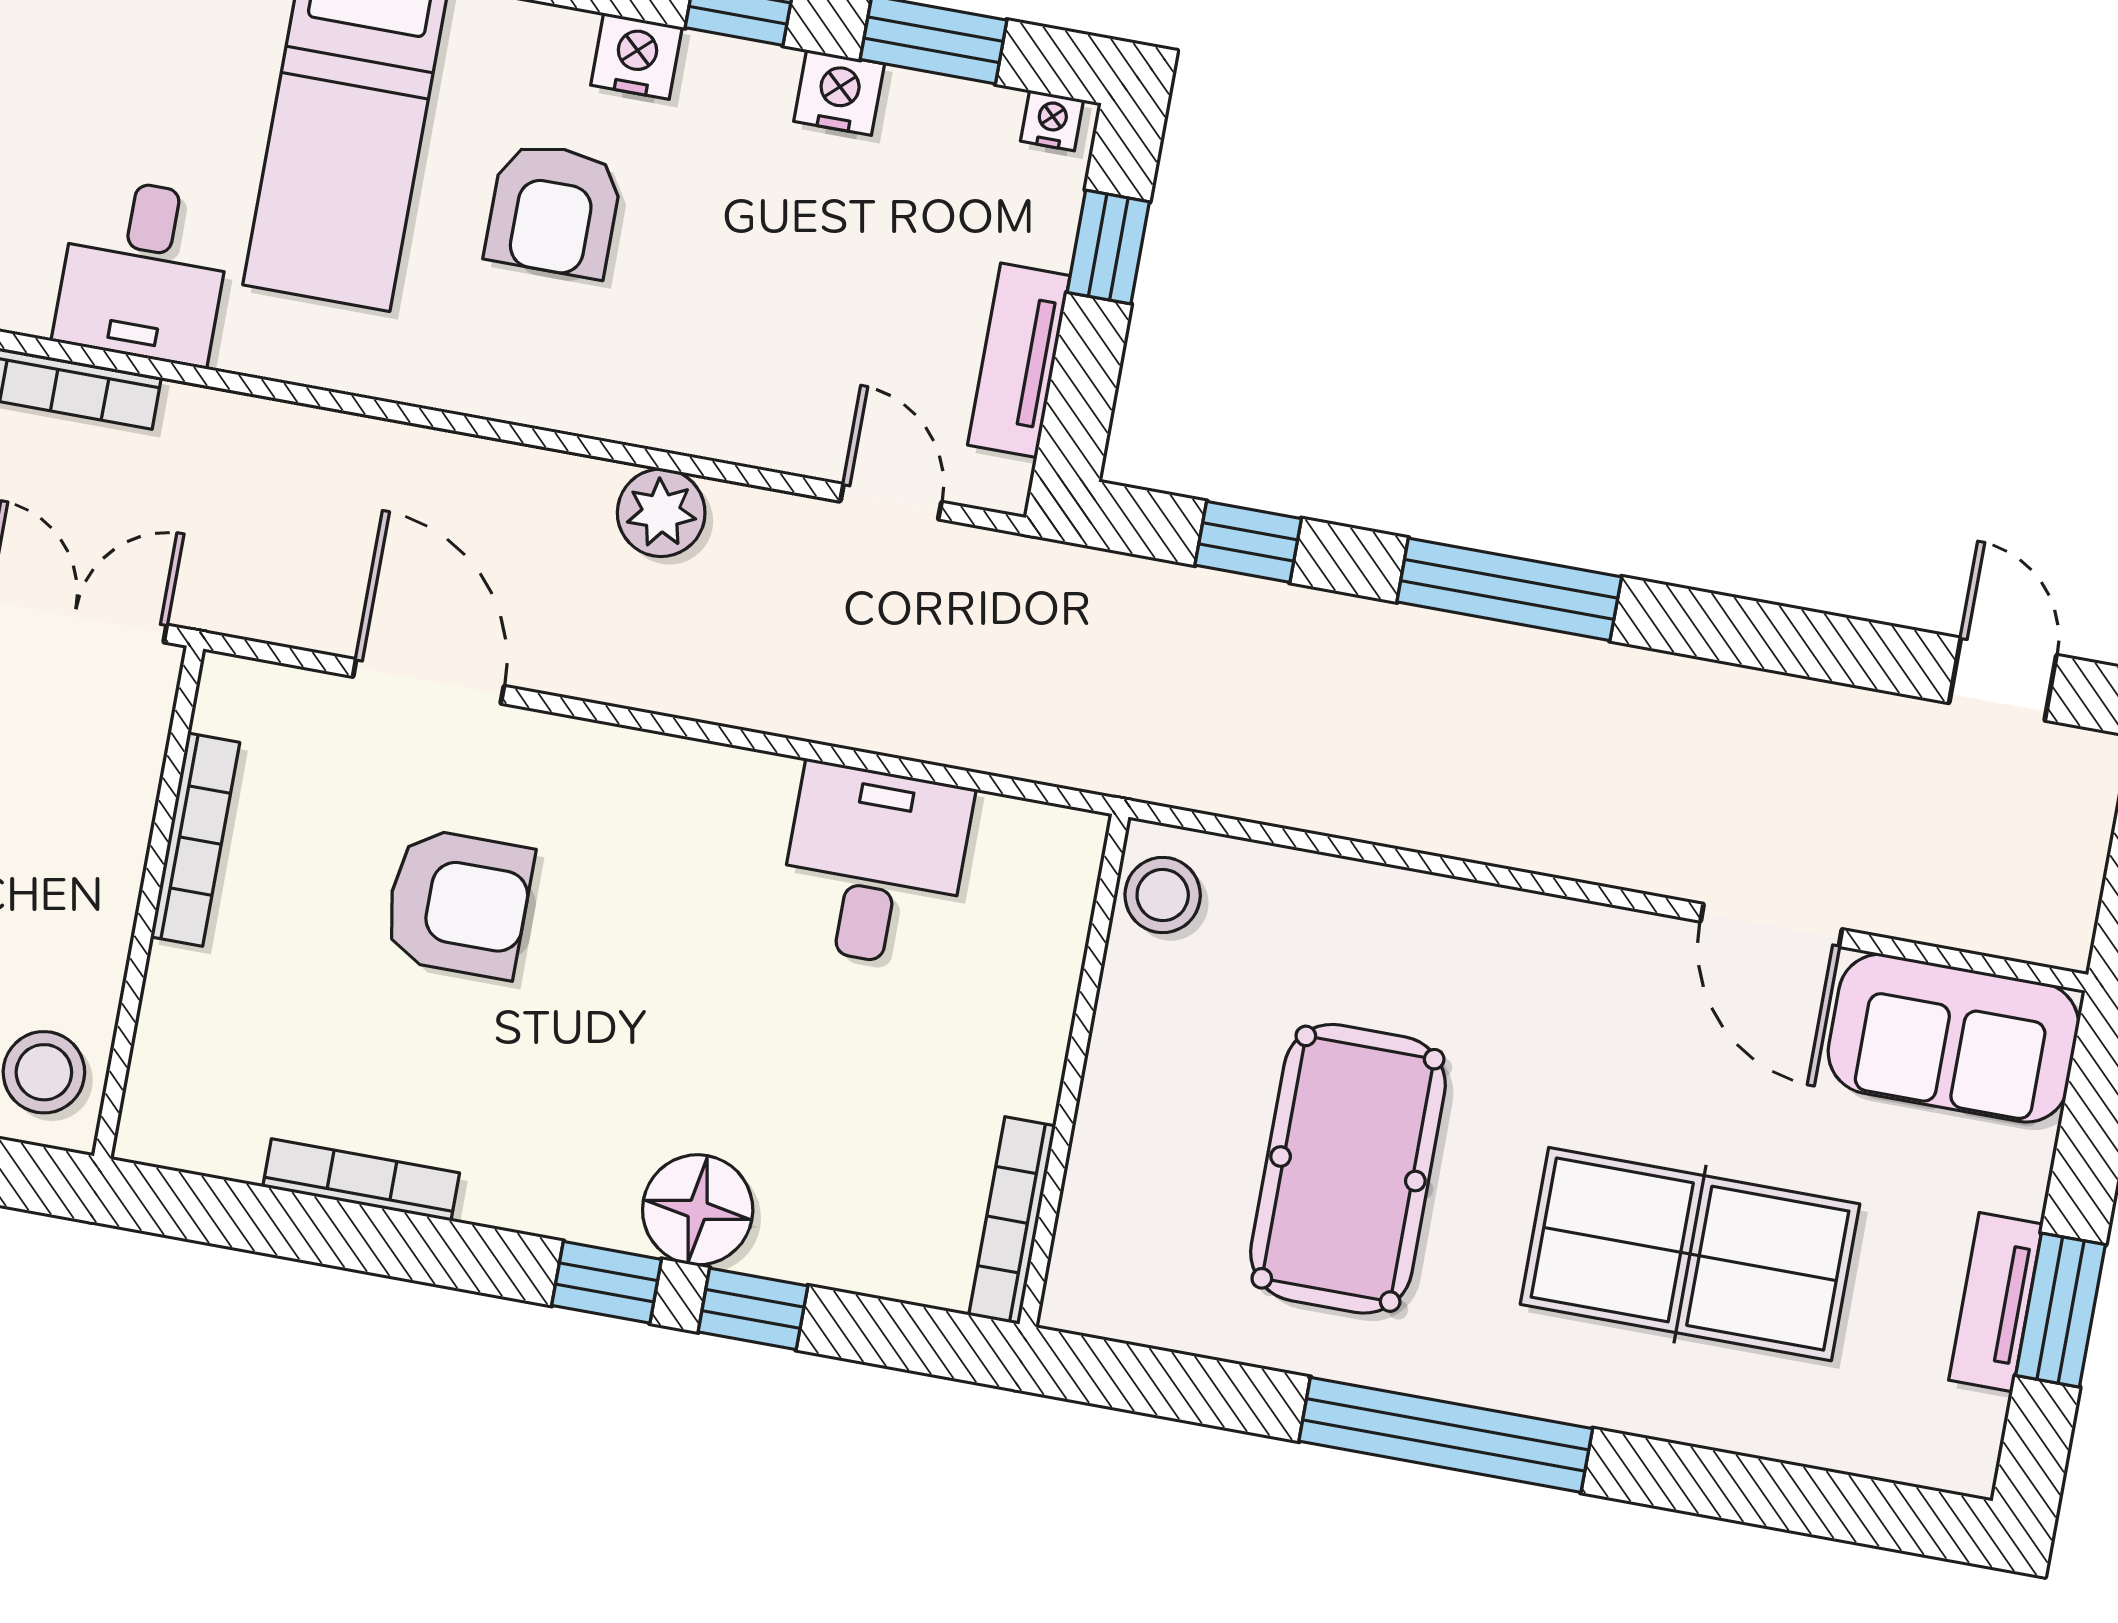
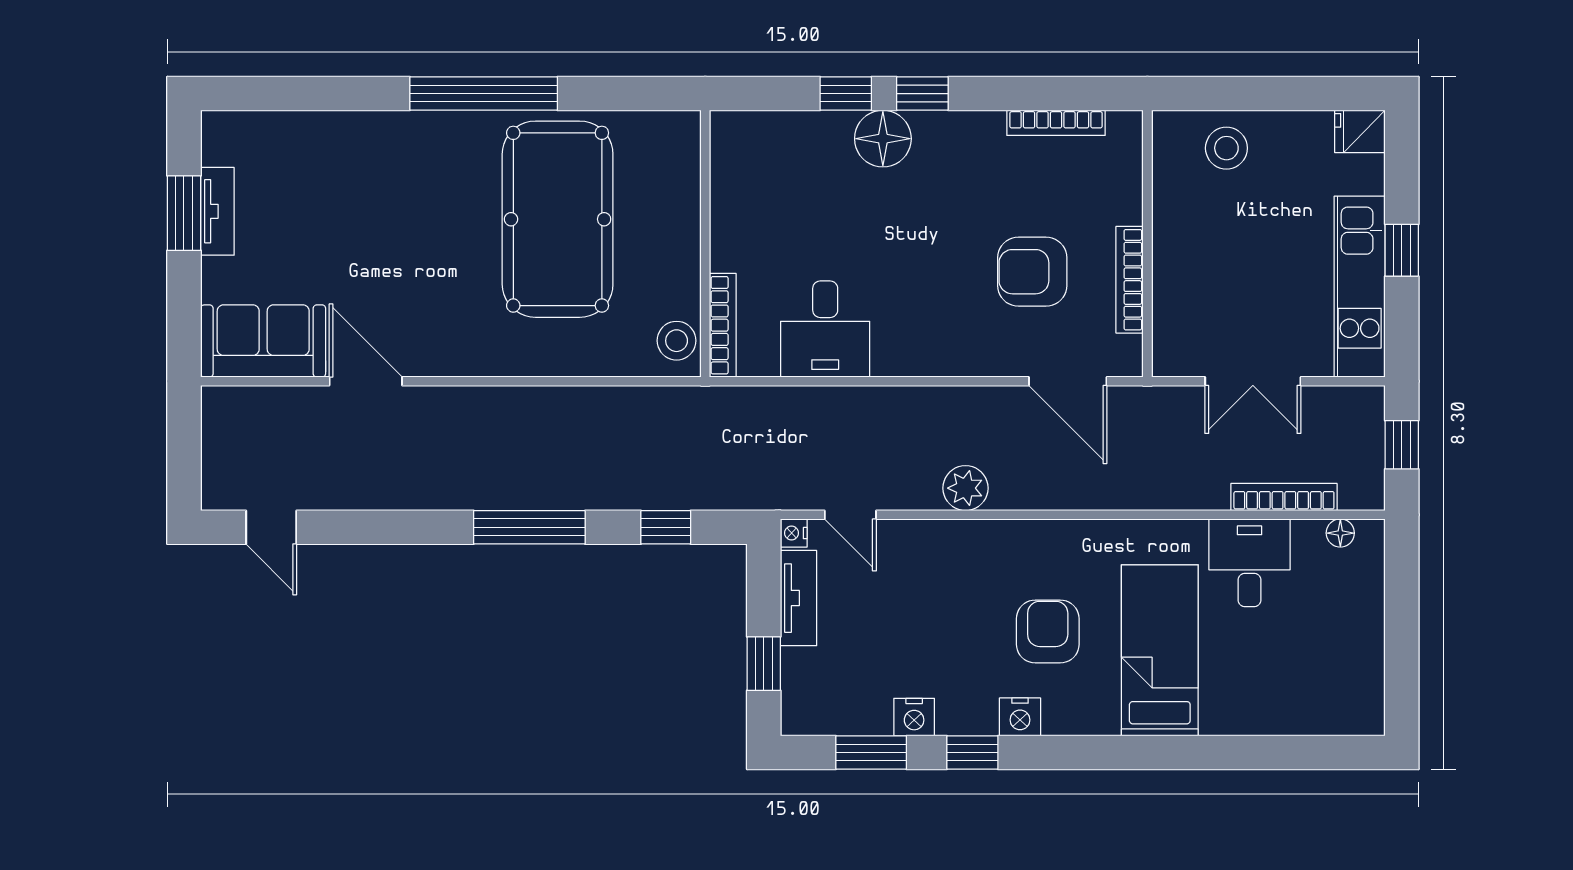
nightstand: (1052, 121) -> (794, 533), moved, turned 90
bookcase: (195, 840) -> (1130, 280), moved
wall: (149, 902) -> (1147, 244), moved
pool table: (1348, 1169) -> (558, 219), width x1.36, depth x1.32
bookcase: (1012, 1221) -> (723, 325), moved
table tennis table: (1690, 1254) -> (377, 207), removed

